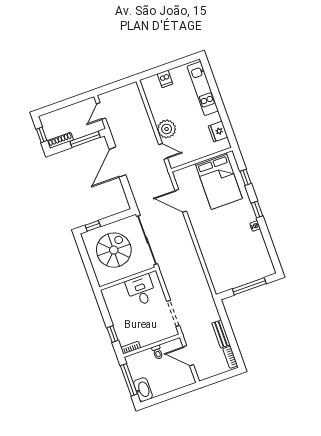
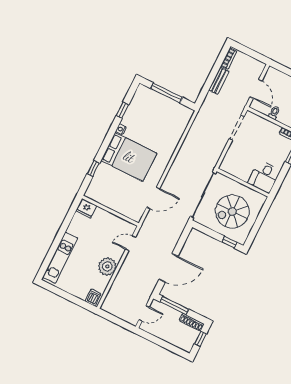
dishwasher: (165, 79) -> (93, 298), moved
plant: (167, 129) -> (107, 266), moved
fridge: (218, 132) -> (86, 208), moved, turned 90
door: (163, 151) -> (131, 243), hinge flipped
bed: (219, 181) -> (129, 157), moved, turned 90
door: (181, 201) -> (153, 198), hinge flipped
window: (257, 209) -> (122, 110), moved
desk: (141, 290) -> (264, 177), moved

